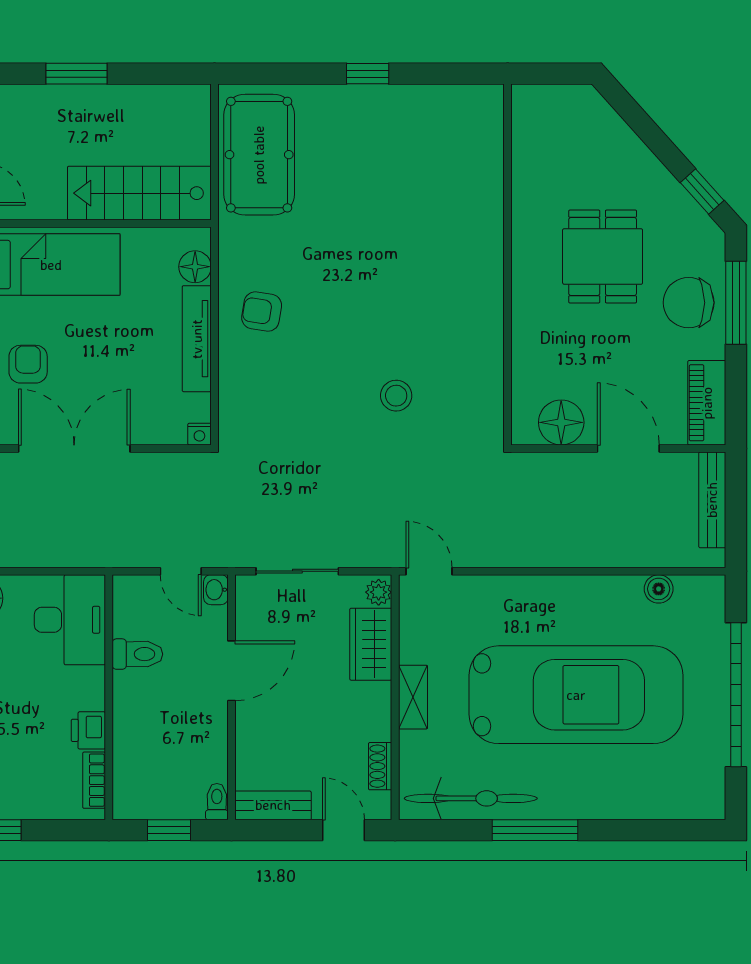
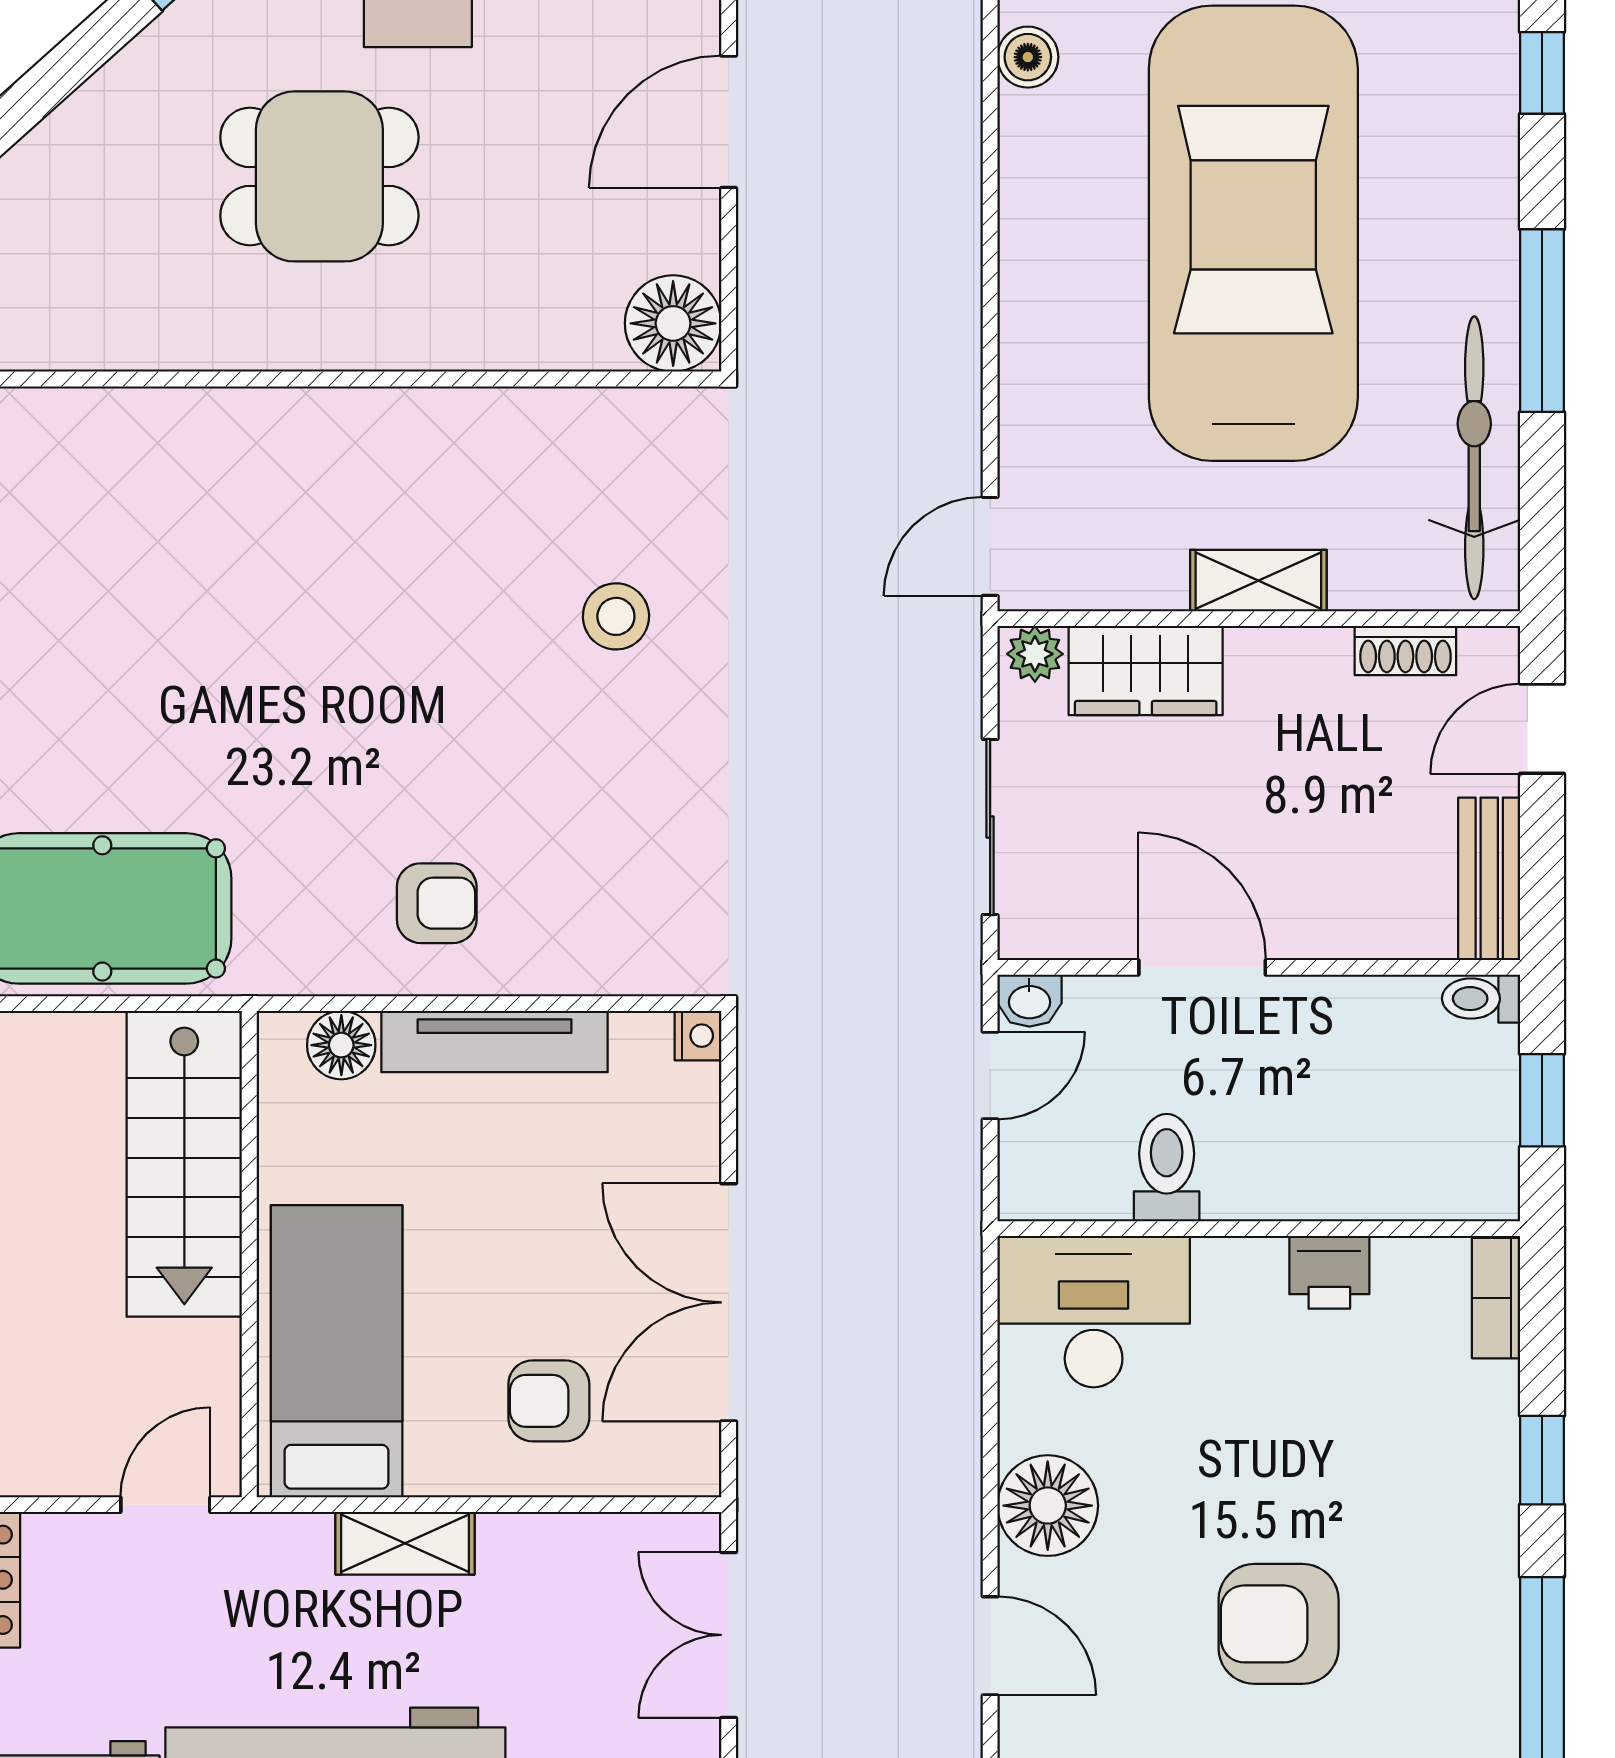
armchair: (262, 312) -> (437, 903), turned -99
floor lamp: (561, 422) -> (673, 323), moved
bookcase: (94, 780) -> (1496, 1298), moved, turned 90
window: (651, 830) -> (1542, 73), added

